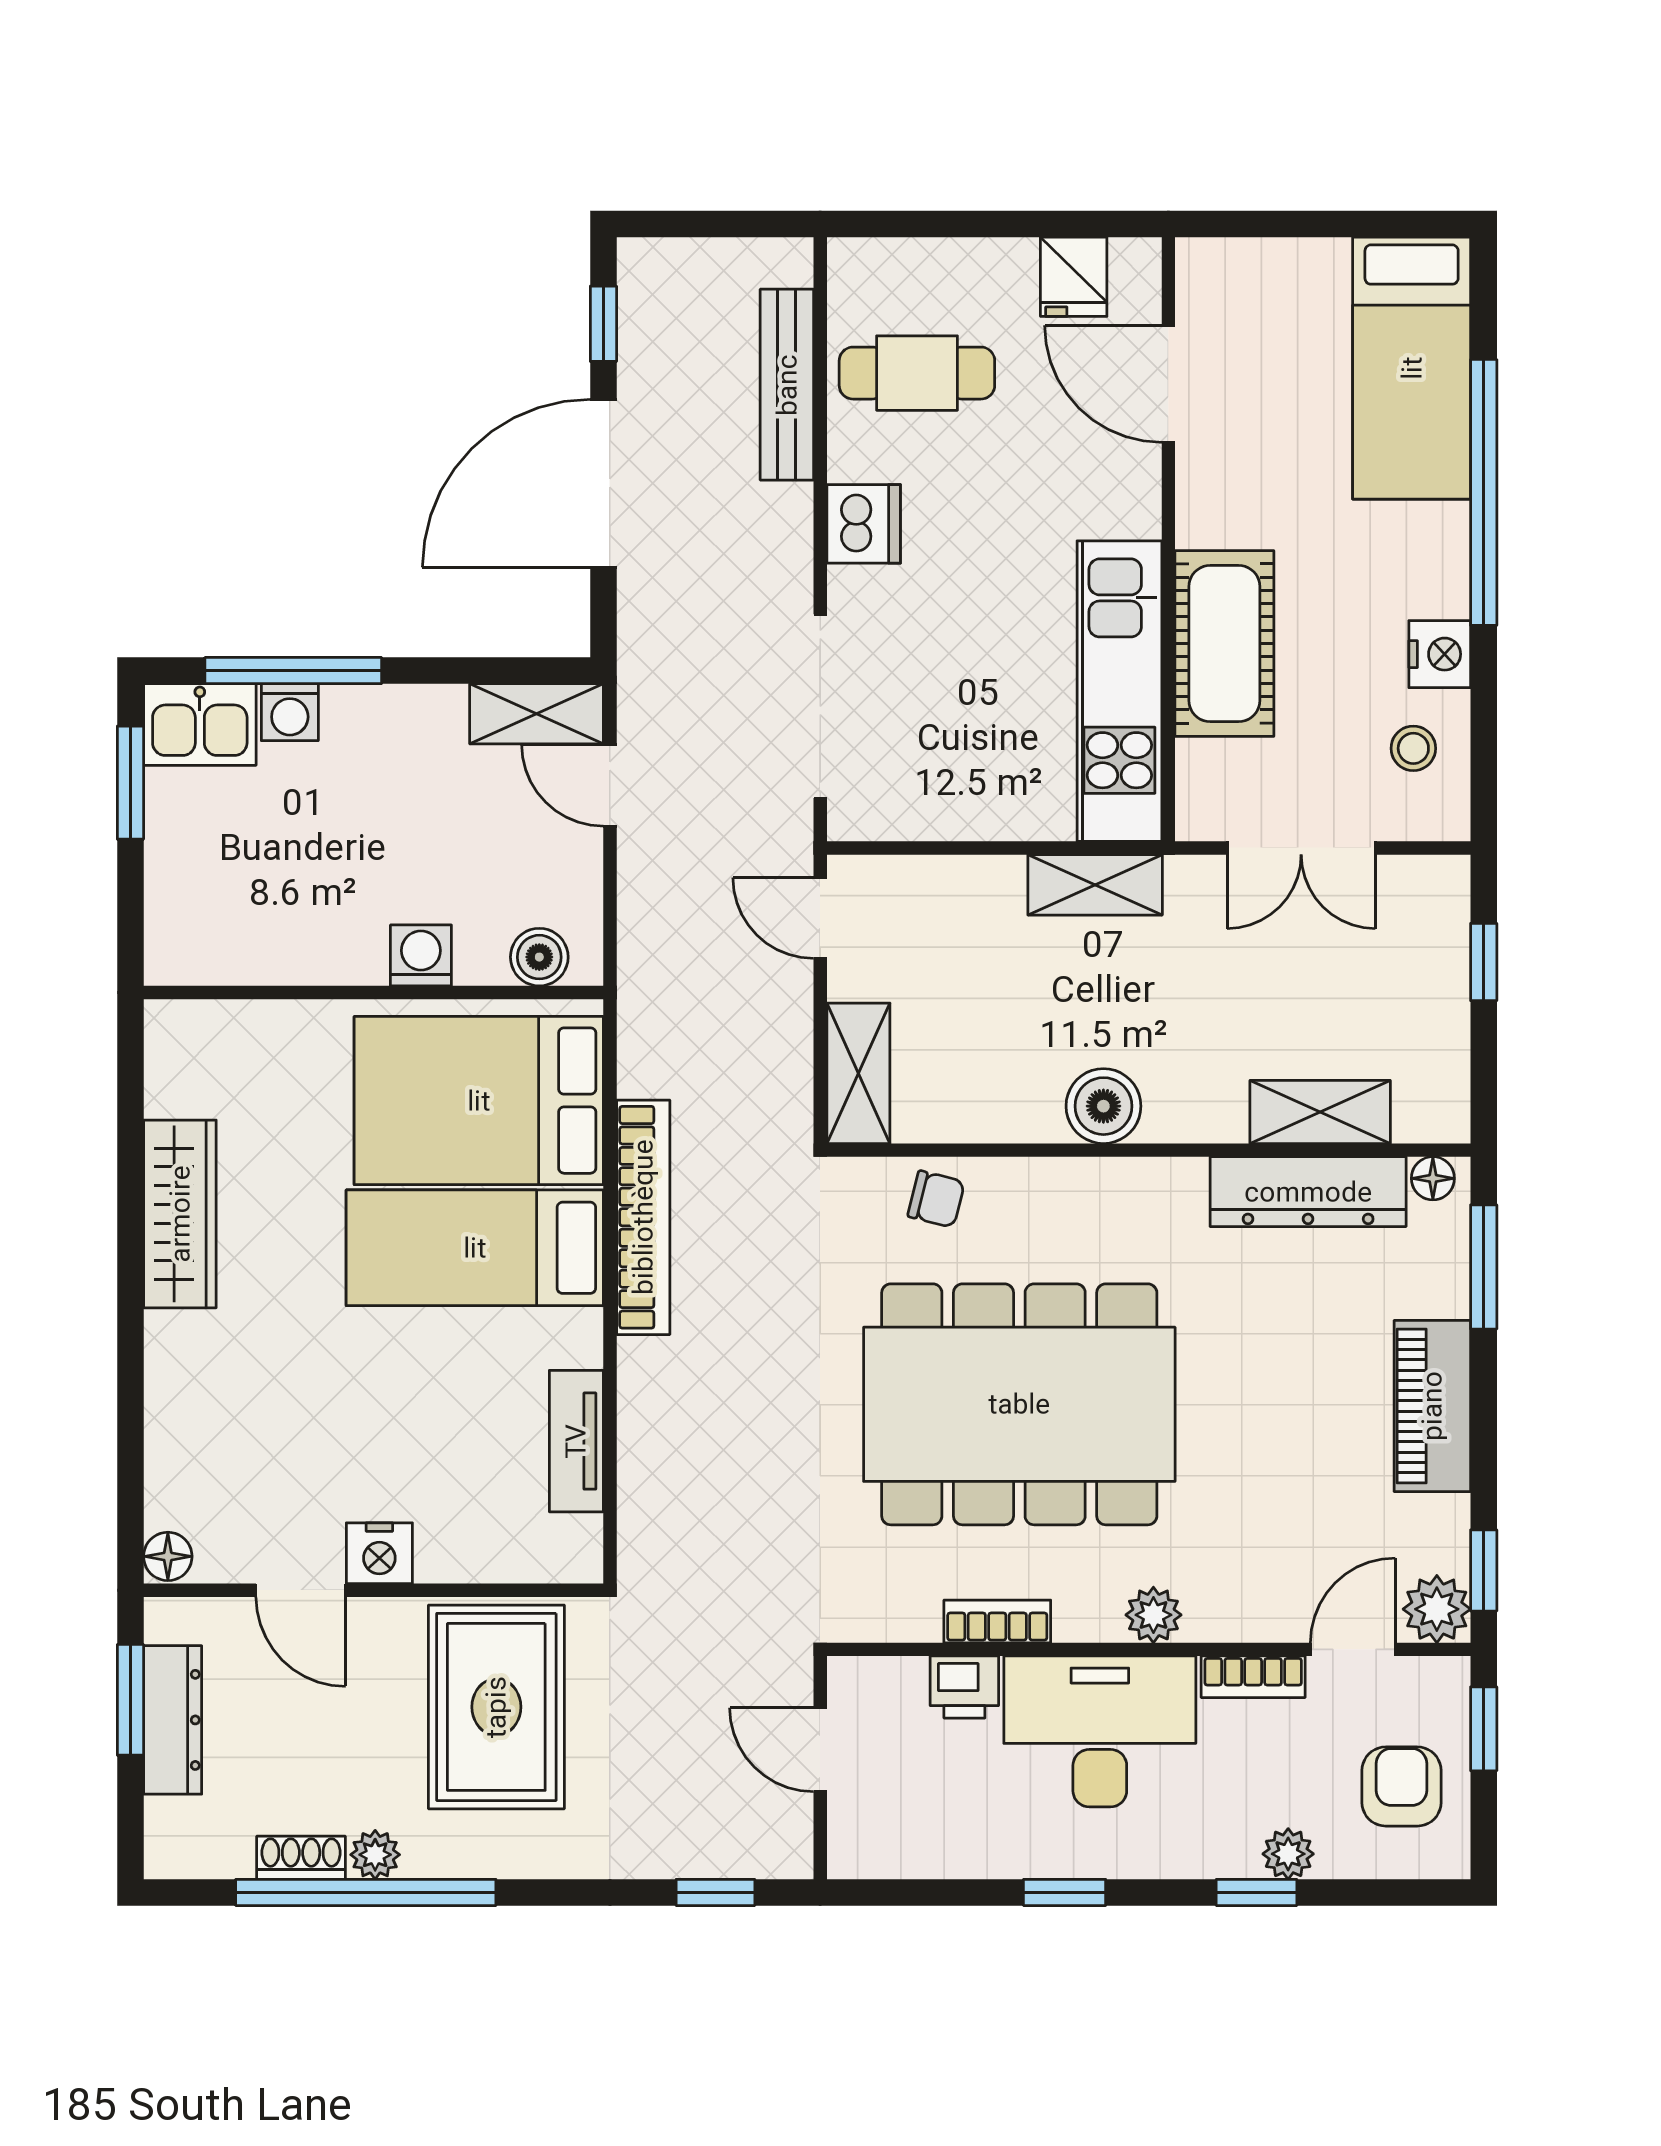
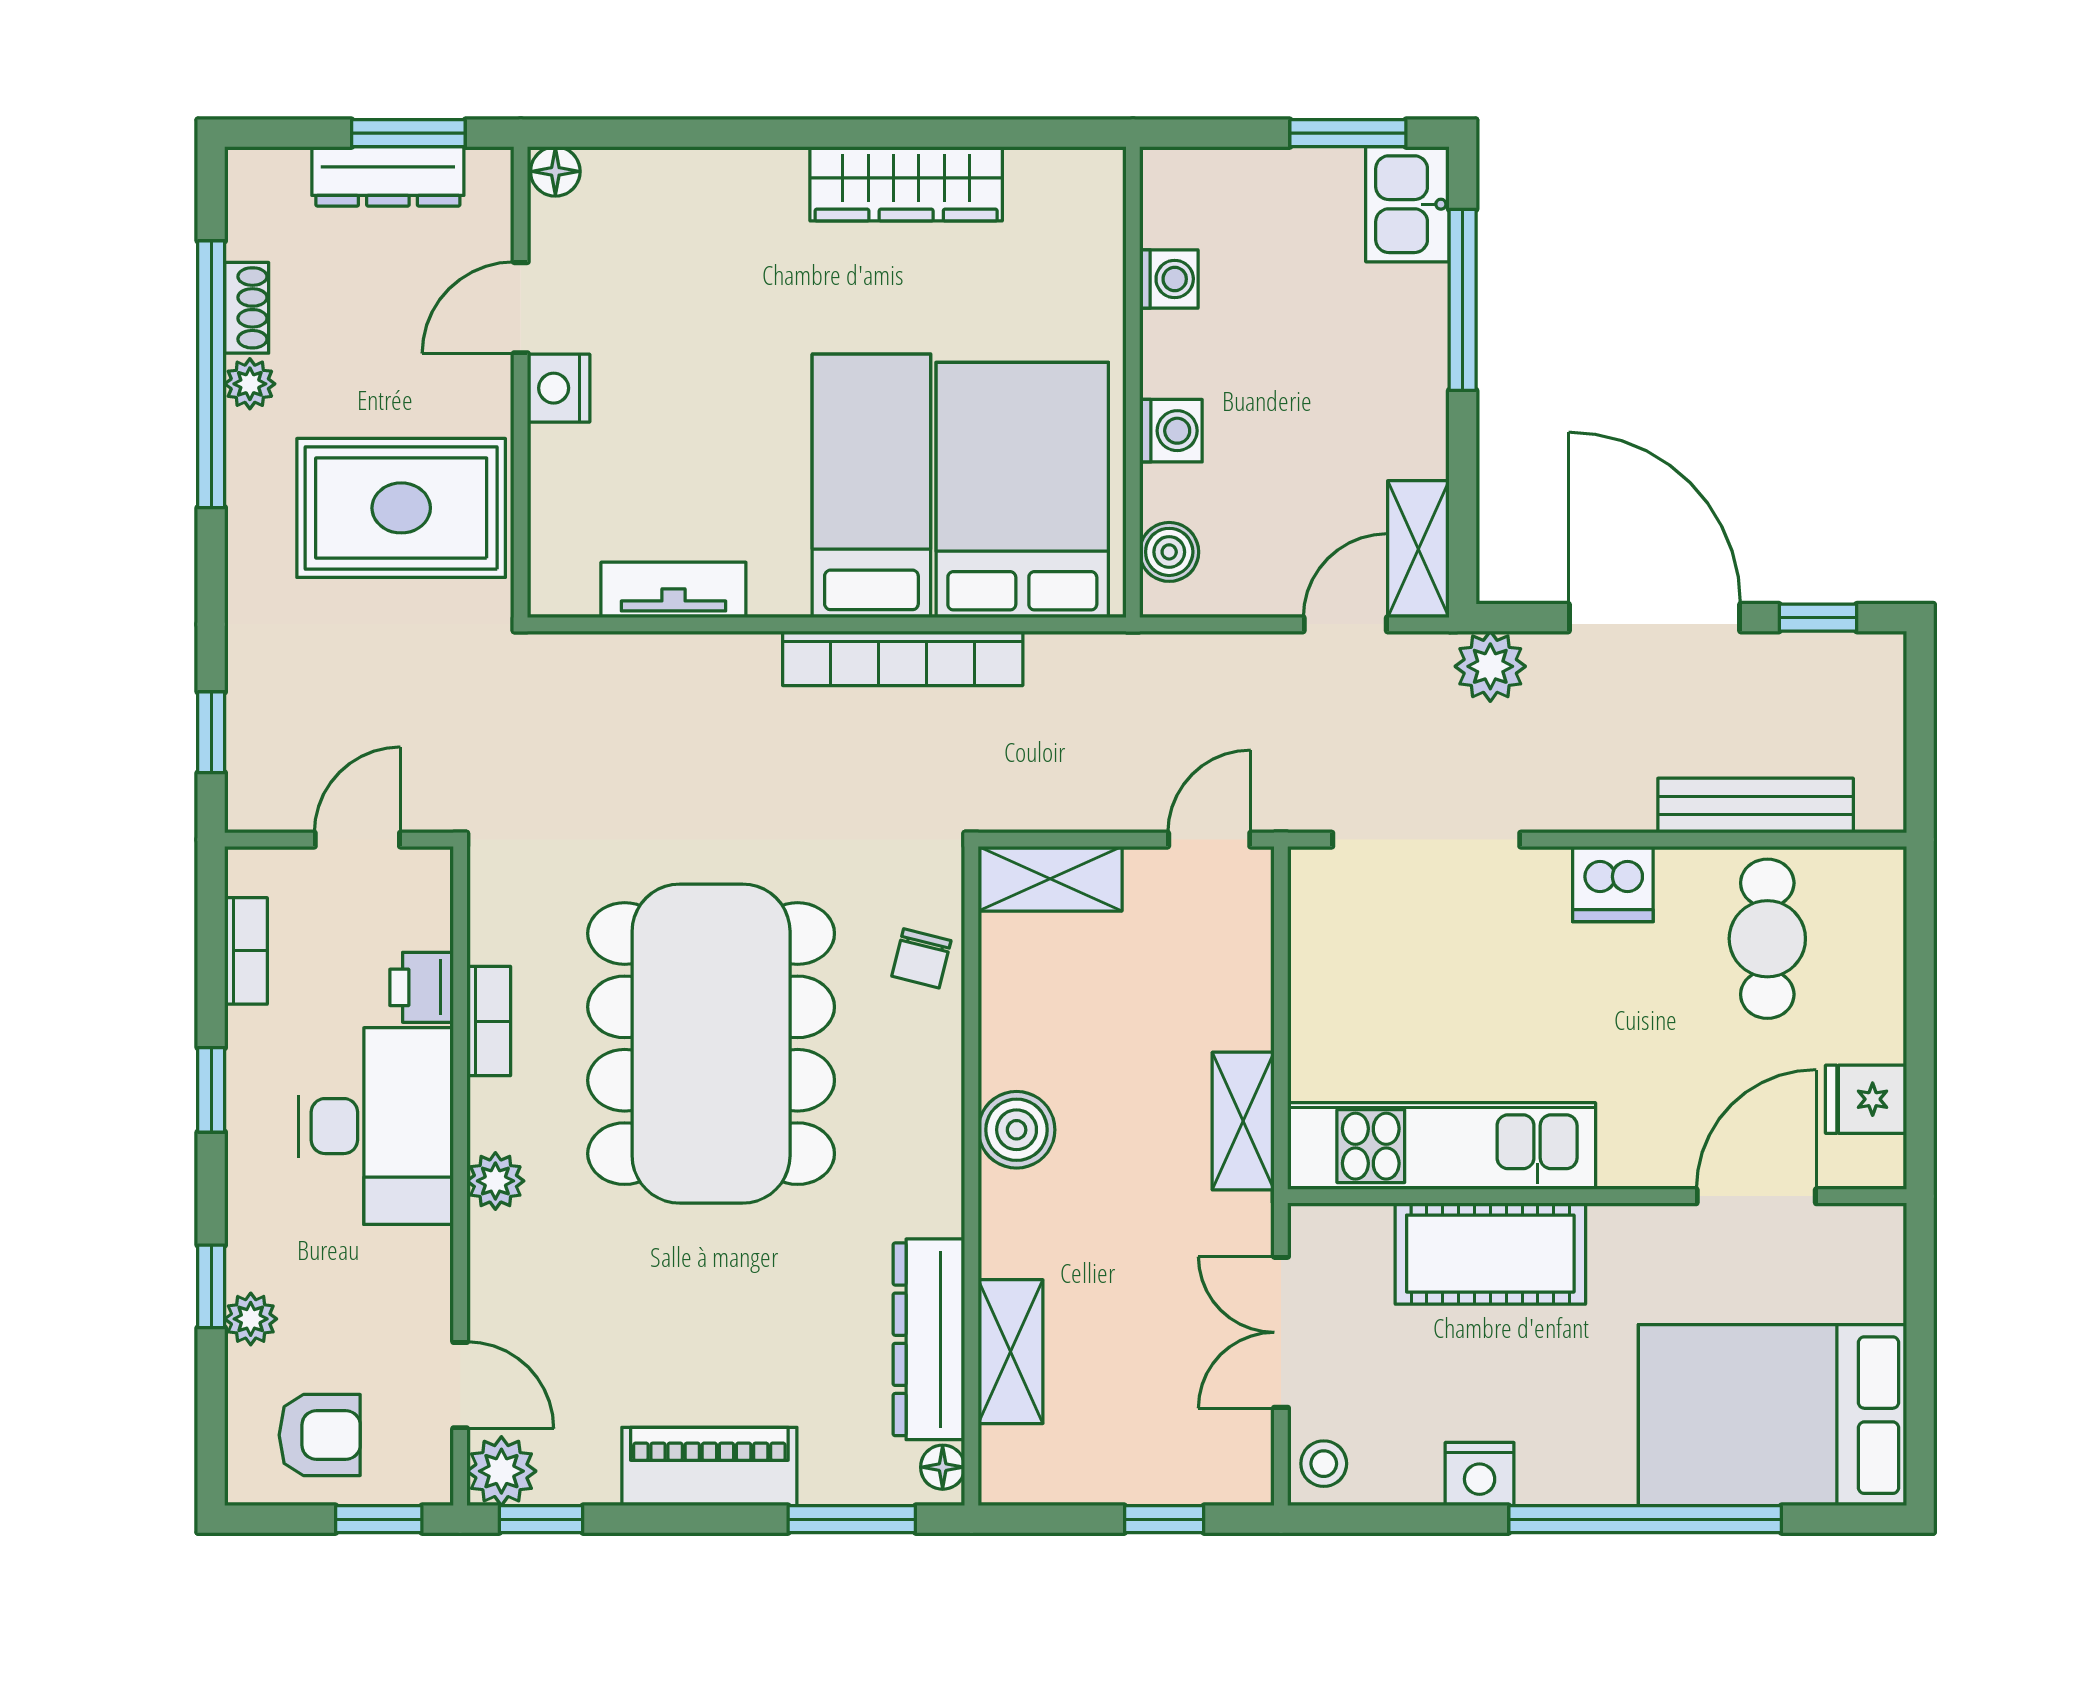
bed: (1412, 368) -> (1772, 1415), width x1.50
plant: (651, 644) -> (1490, 666), added
washing machine: (290, 712) -> (1169, 279), moved, turned 180
stool: (1413, 748) -> (1324, 1464), moved
bookcase: (1253, 1677) -> (246, 951), moved, turned 180

